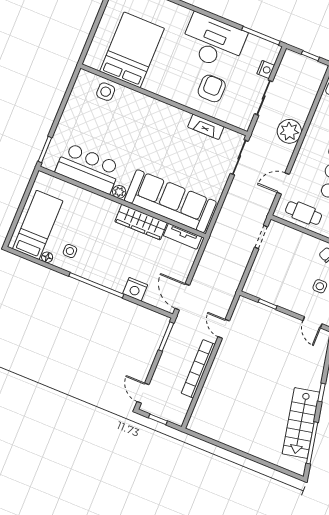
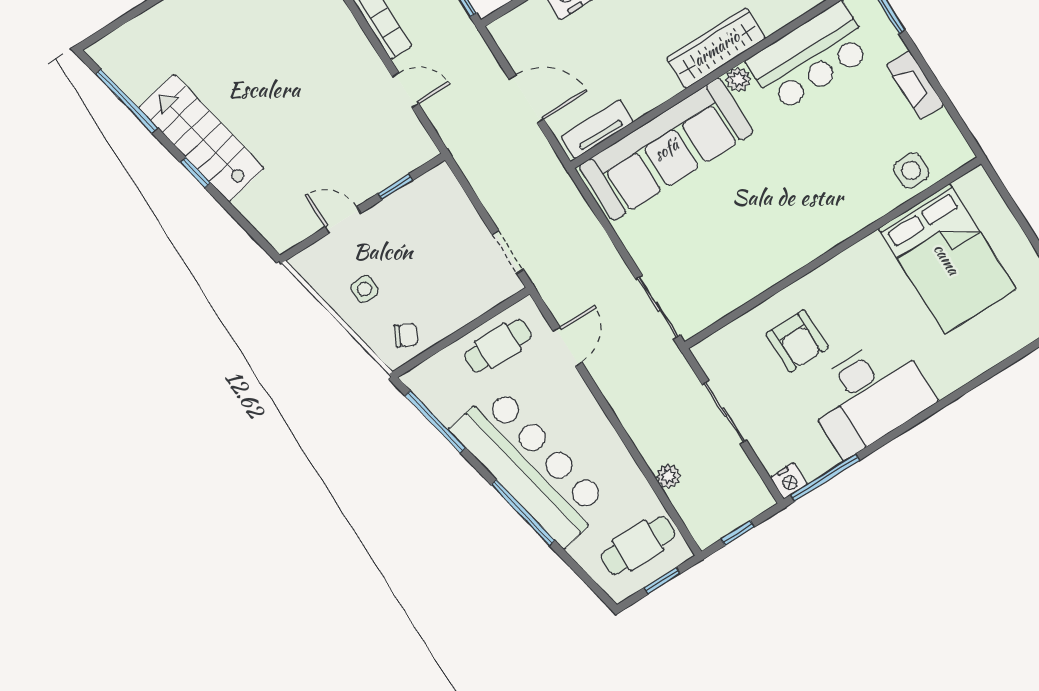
nightstand: (266, 70) -> (789, 481), moved, turned -90
fireplace: (206, 127) -> (915, 85), moved, turned -90
plant: (289, 131) -> (668, 476), moved, width x0.53, depth x0.53
wardrobe: (141, 222) -> (716, 48), moved
door: (182, 297) -> (526, 99), moved
door: (312, 322) -> (343, 220), moved
stairs: (301, 423) -> (201, 138), moved

